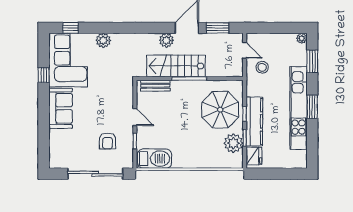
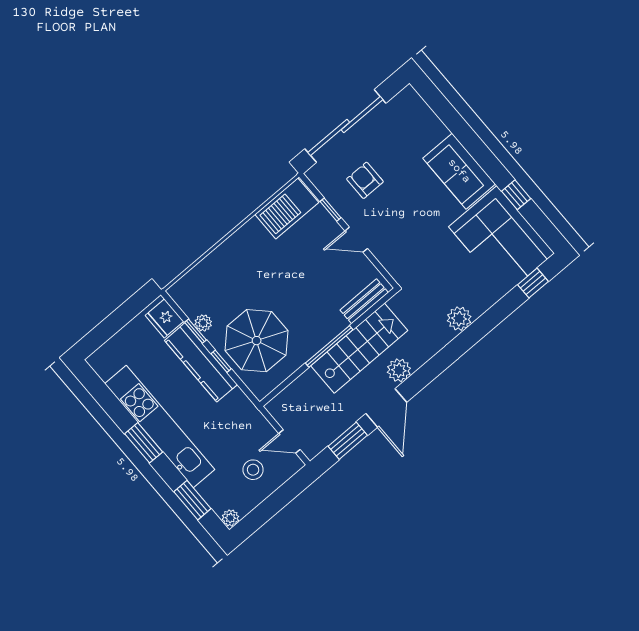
plant: (103, 40) -> (459, 319), moved
stool: (262, 67) -> (253, 470), moved
plant: (233, 143) -> (203, 323), width x0.53, depth x0.53

